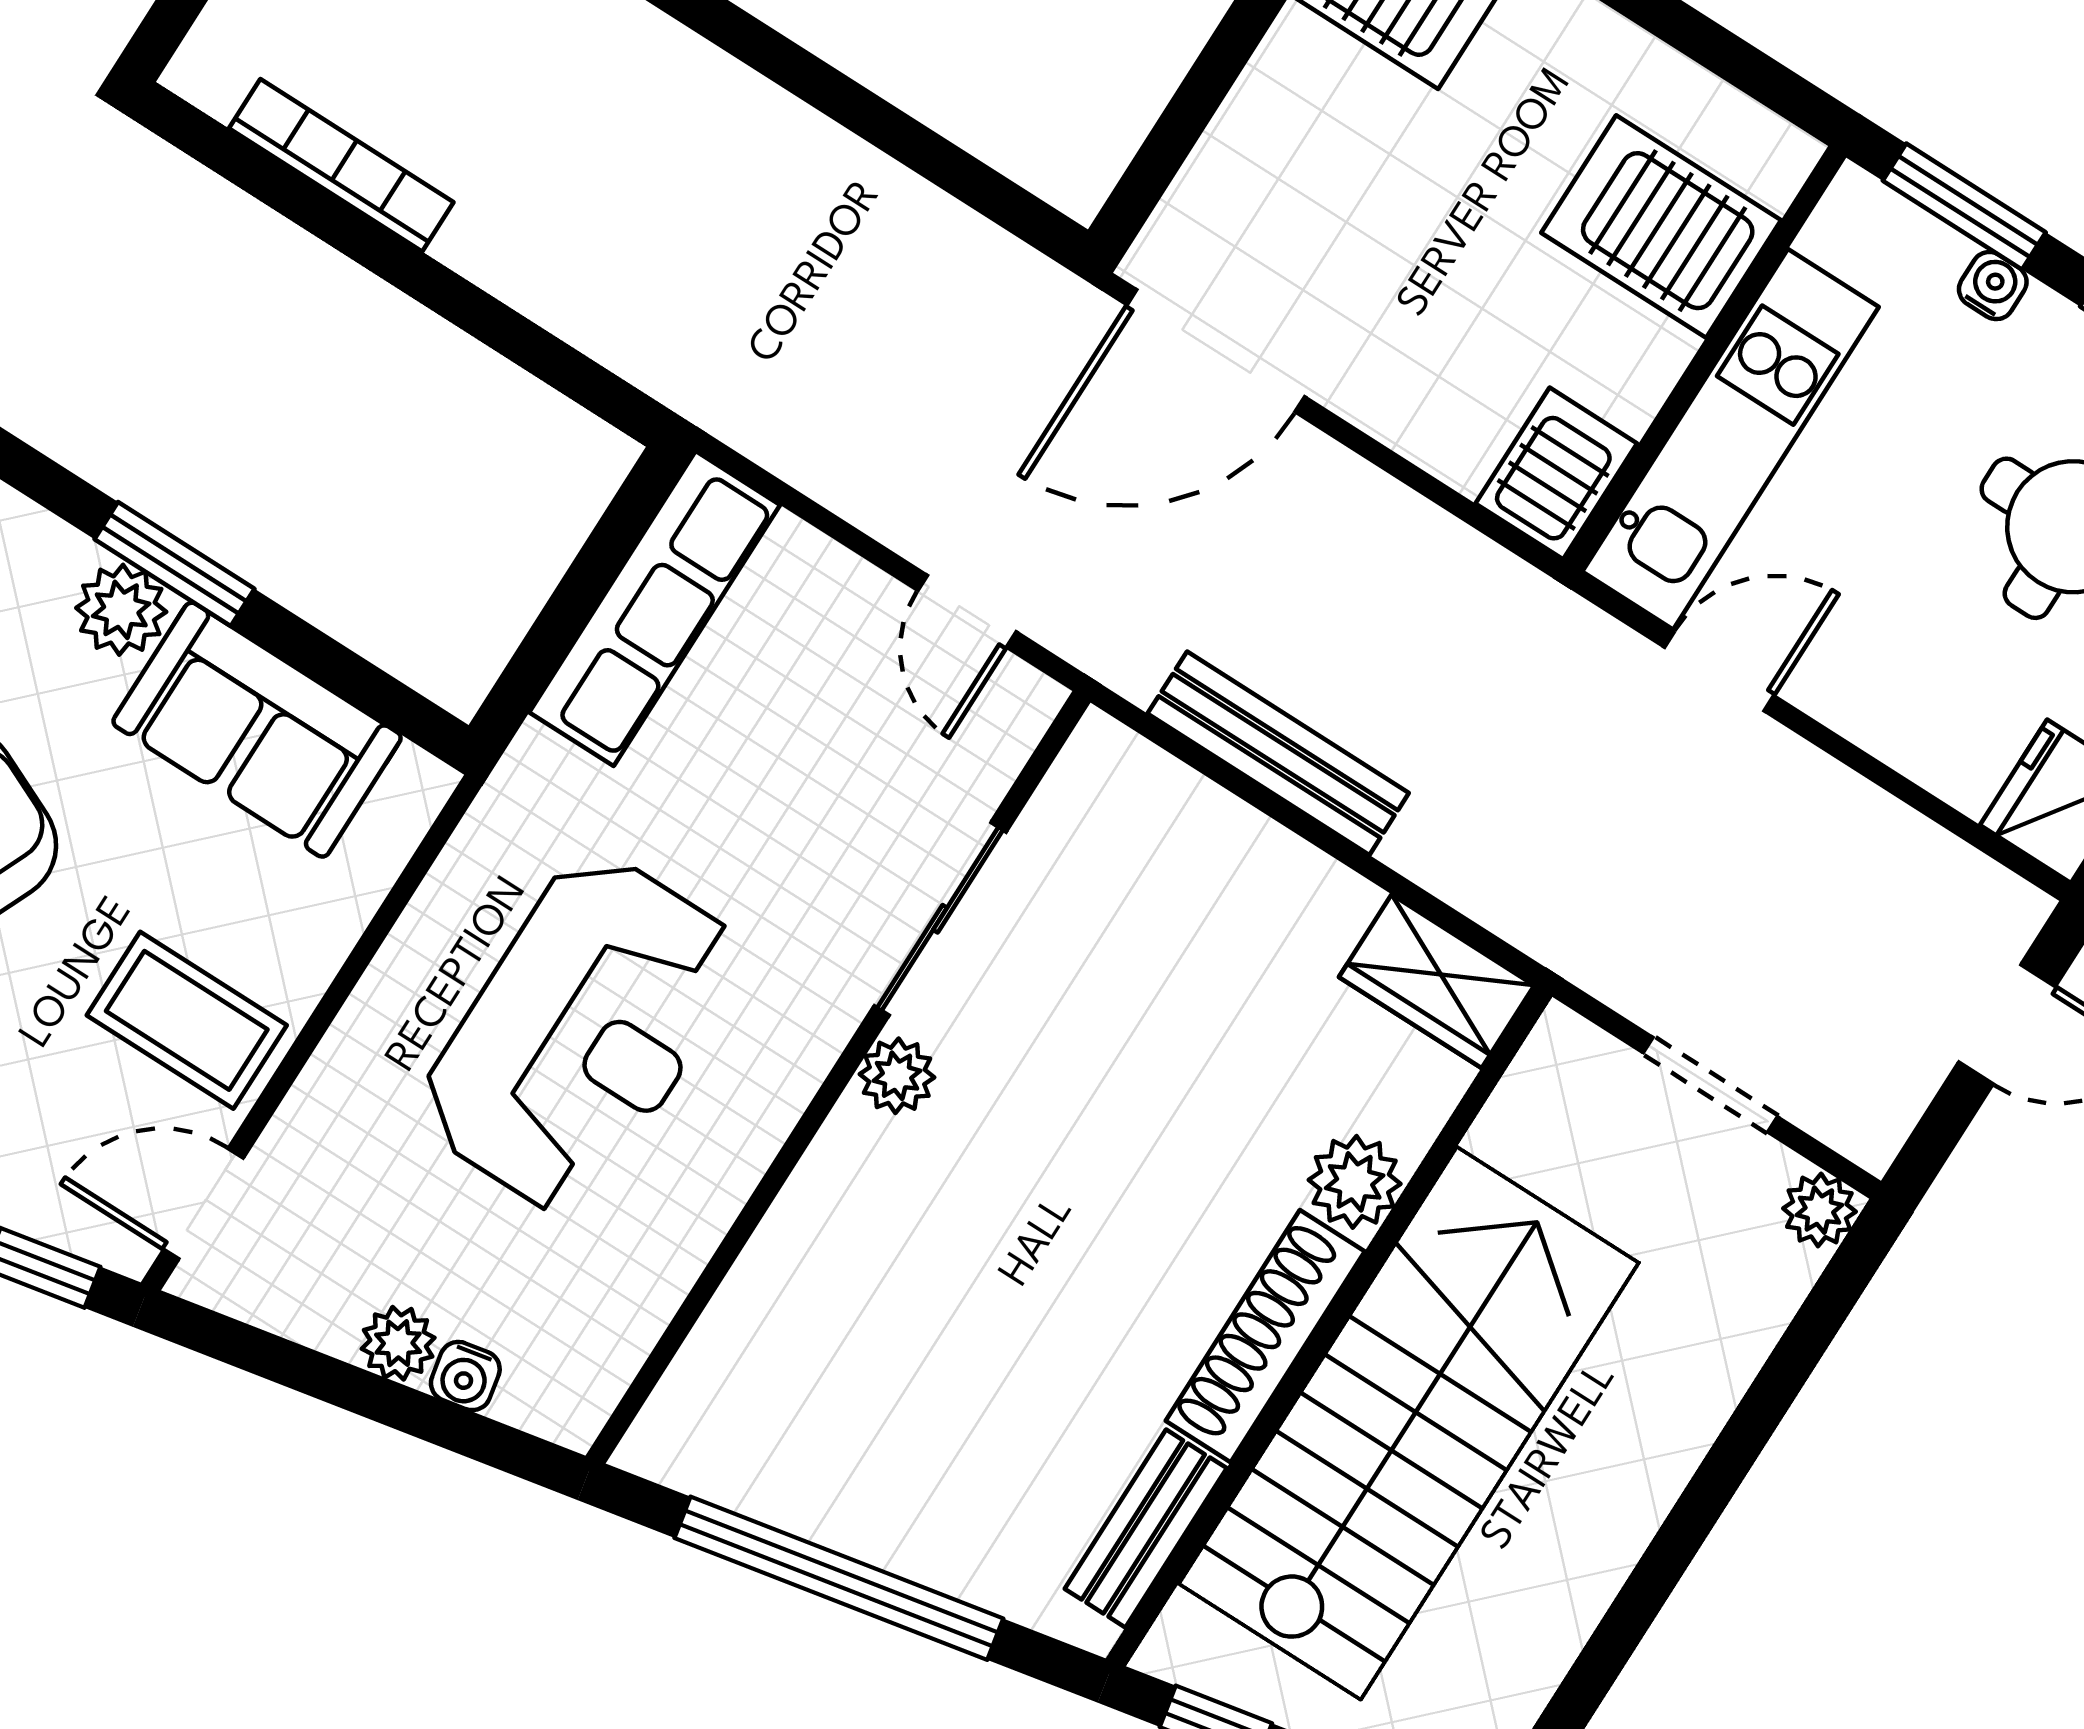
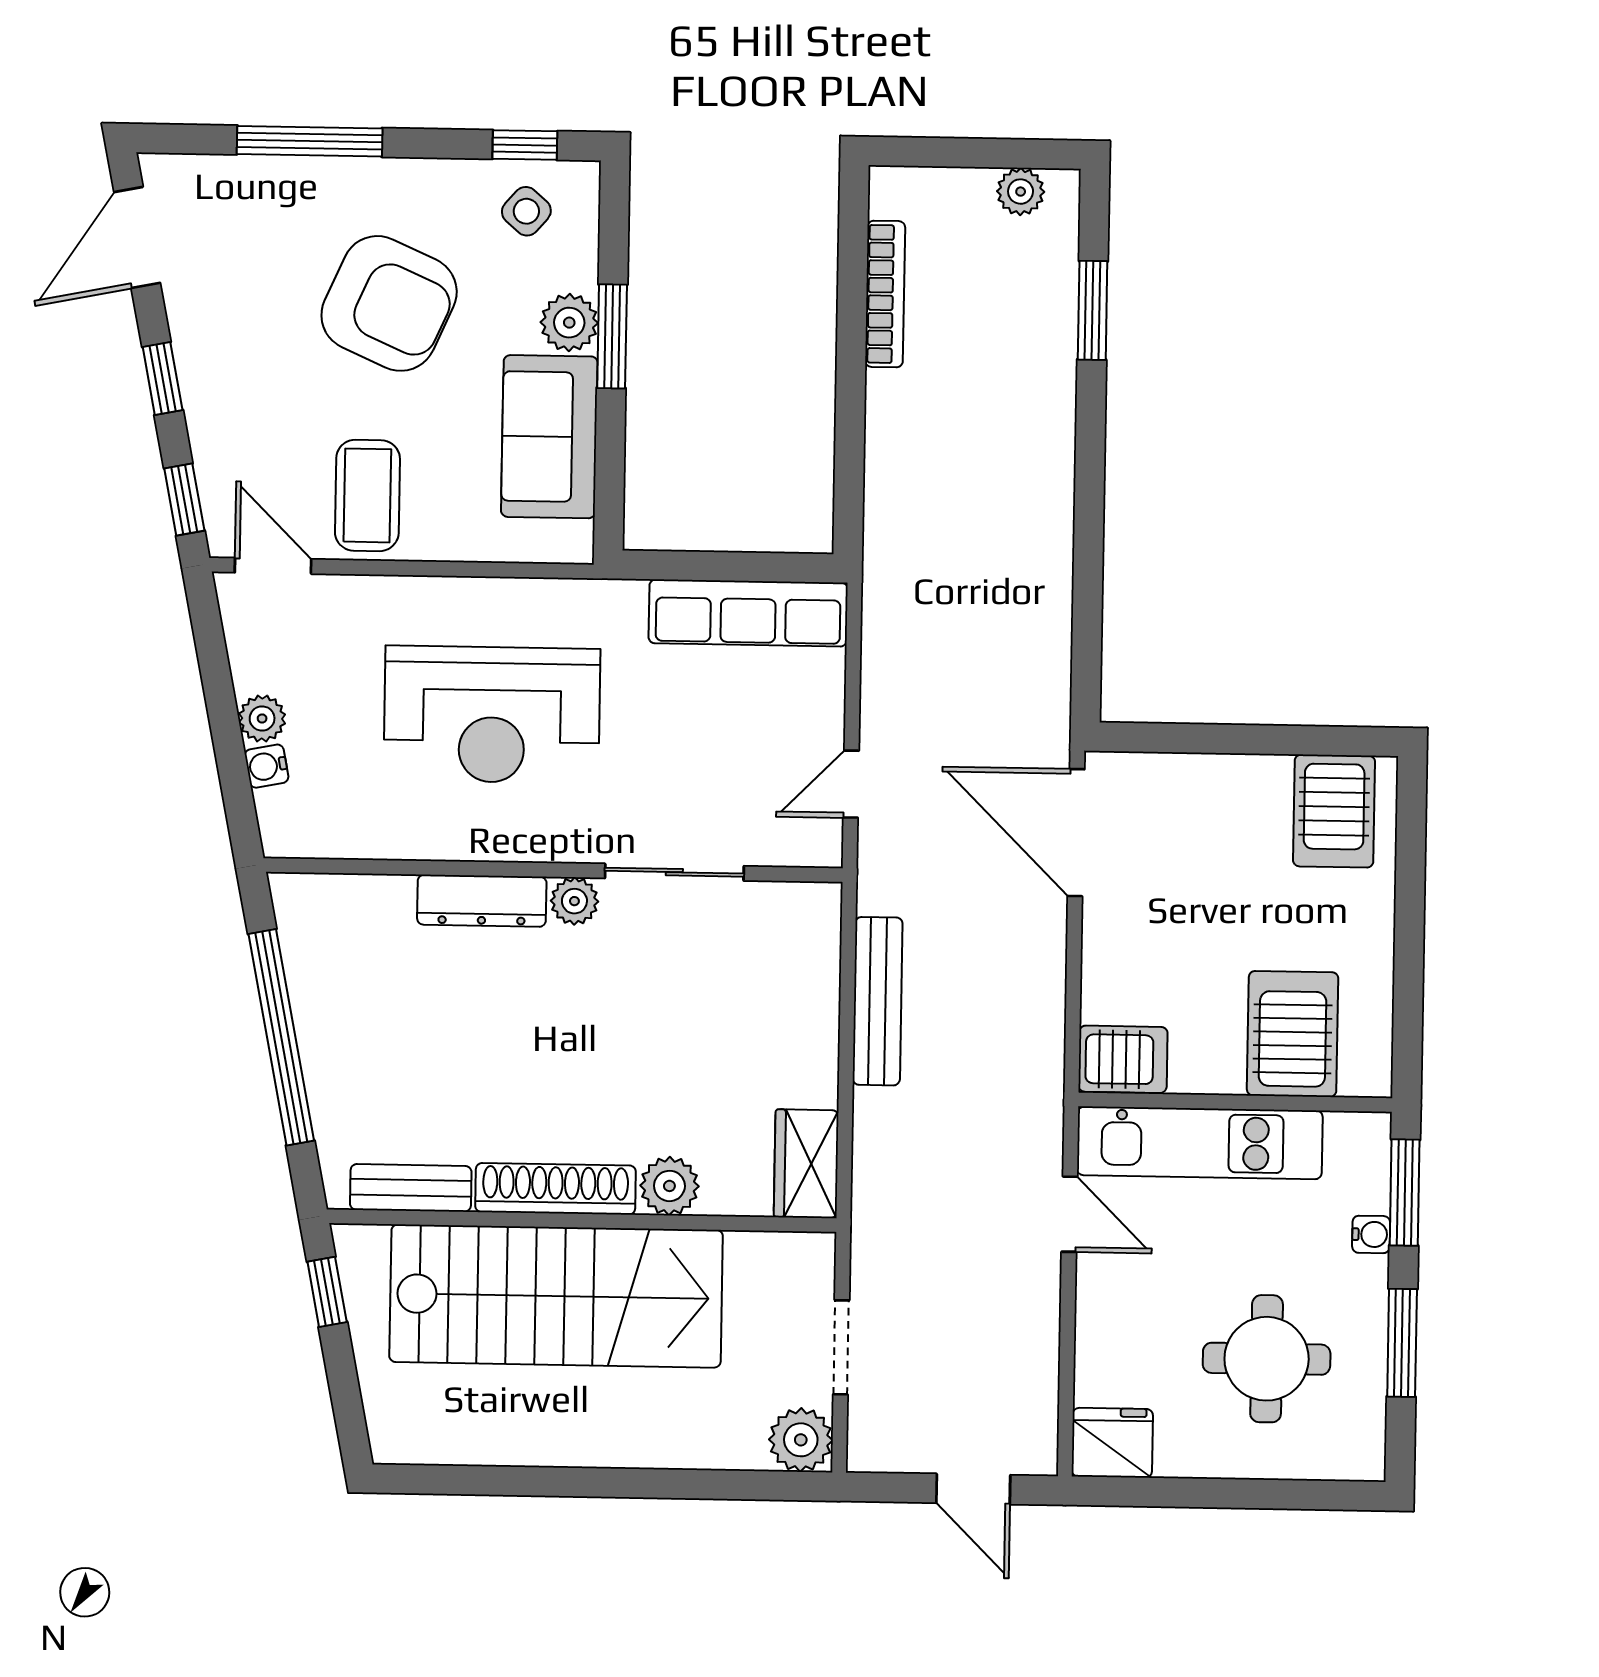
dresser: (821, 1199) -> (482, 901), added
plant: (1819, 1210) -> (801, 1440), width x1.38, depth x1.38

